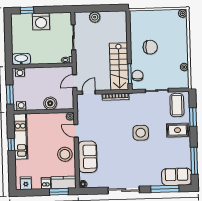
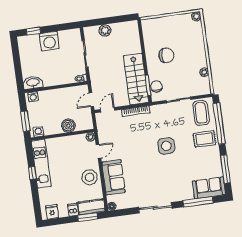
window: (193, 117) -> (219, 124), width x2.11
door: (76, 131) -> (99, 151), swing flipped

